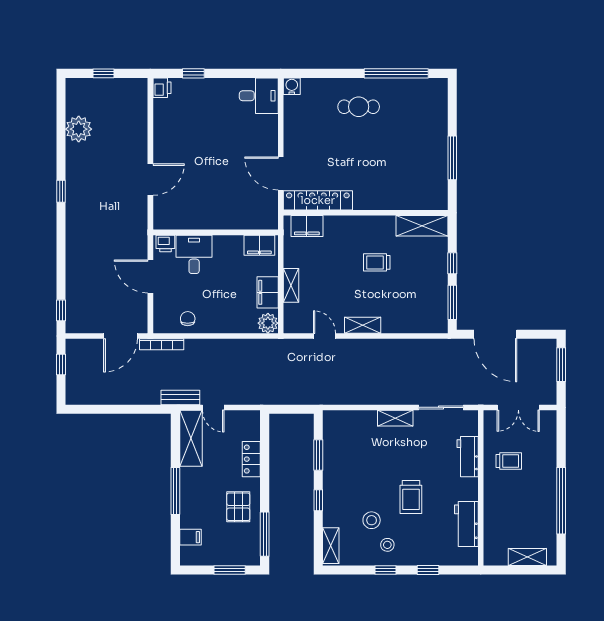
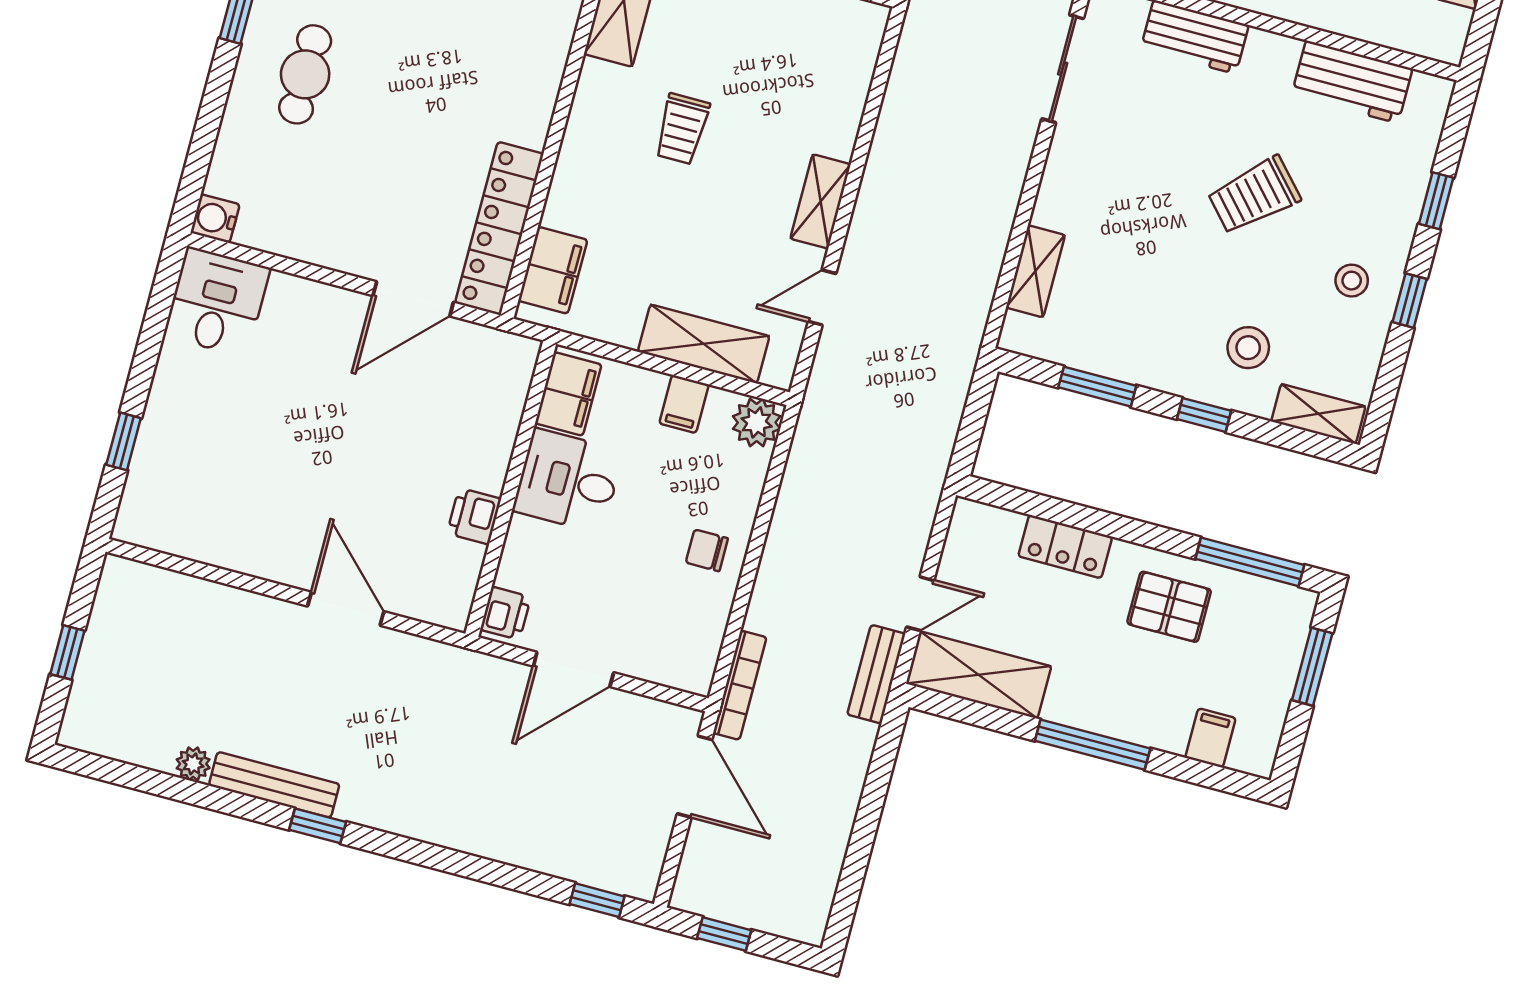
printer: (162, 88) -> (474, 516), moved, turned -90
plant: (79, 129) -> (193, 764), width x0.53, depth x0.53
bench: (73, 170) -> (274, 785), added
desk: (194, 254) -> (568, 481), moved
shelving: (291, 285) -> (704, 344), width x1.50, depth x1.33
filing cabinet: (268, 292) -> (684, 404), width x0.50
chair: (188, 319) -> (707, 550), moved
shelving: (395, 418) -> (1035, 271), moved
trolley: (411, 497) -> (1254, 195), turned 138
stool: (372, 520) -> (1248, 348), moved

